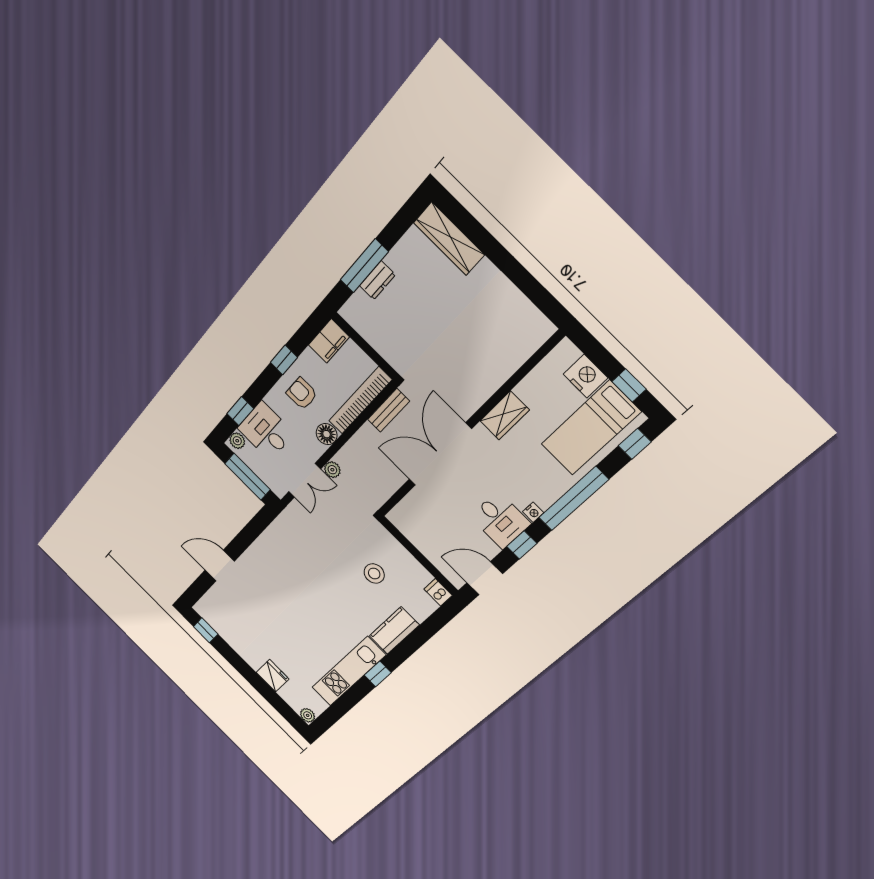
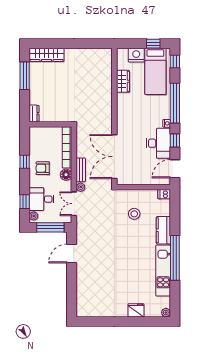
window: (364, 266) -> (25, 76), moved
dresser: (377, 280) -> (34, 113), moved
filing cabinet: (329, 341) -> (36, 136), removed
bench: (389, 410) -> (81, 170), moved
wardrobe: (505, 415) -> (123, 81), moved
double door: (440, 454) -> (114, 157), moved
double door: (305, 480) -> (74, 204), swing flipped
desk: (500, 520) -> (158, 143), width x1.37
door: (220, 566) -> (72, 254), moved
window: (206, 630) -> (91, 322), removed
window: (378, 674) -> (175, 258), width x3.17

